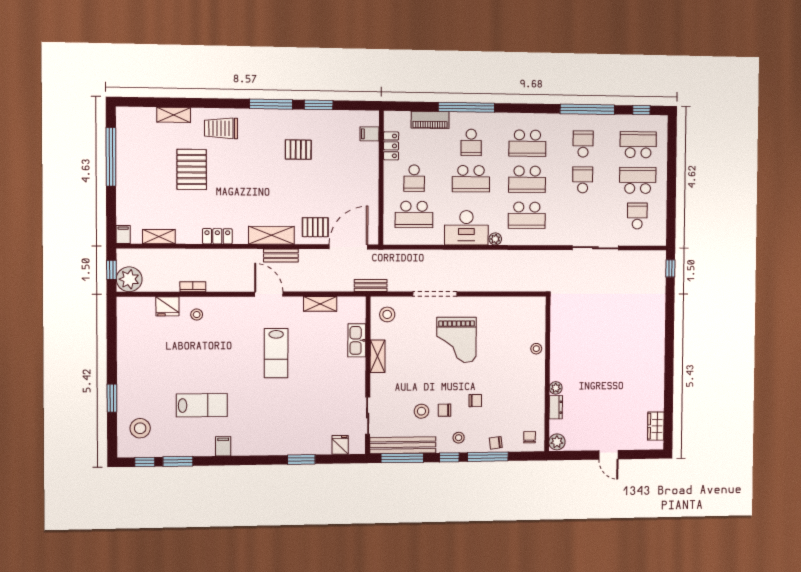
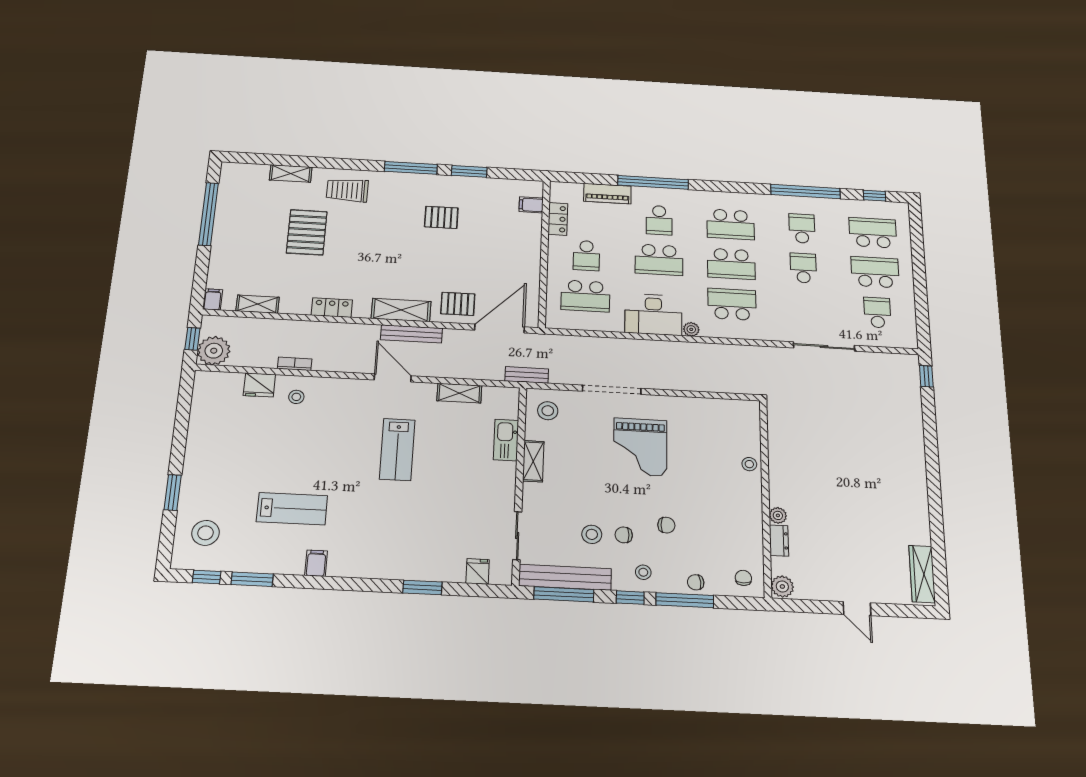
school desk: (527, 215) -> (732, 304), turned 180
bench: (281, 256) -> (412, 334), width x1.36
wardrobe: (656, 426) -> (922, 574), width x1.50

